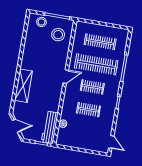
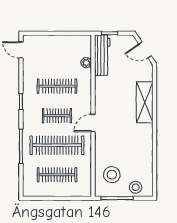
clothes rail: (88, 110) -> (57, 86), width x1.36

